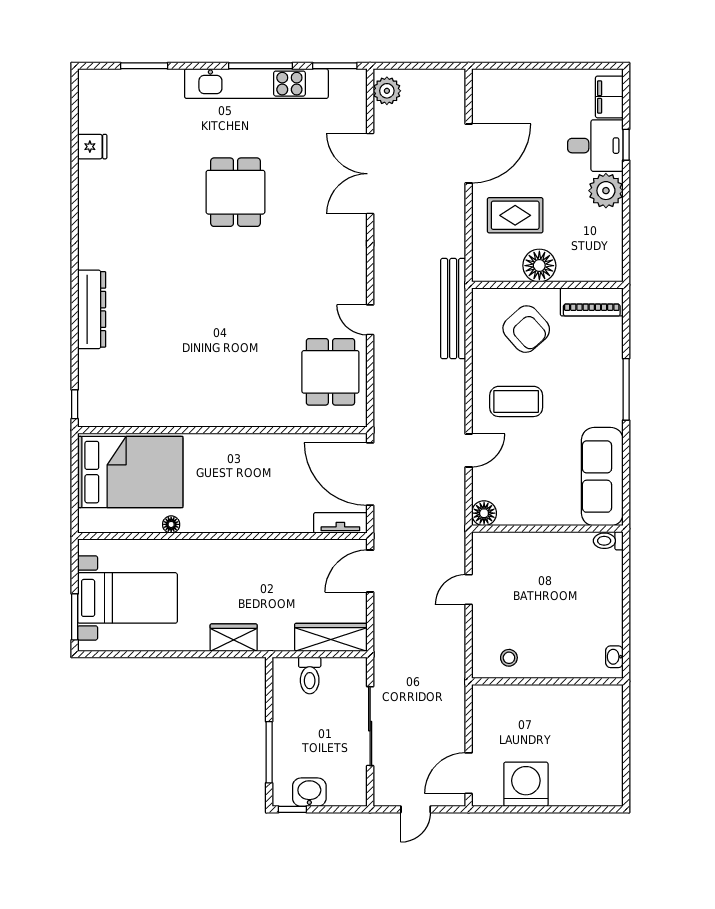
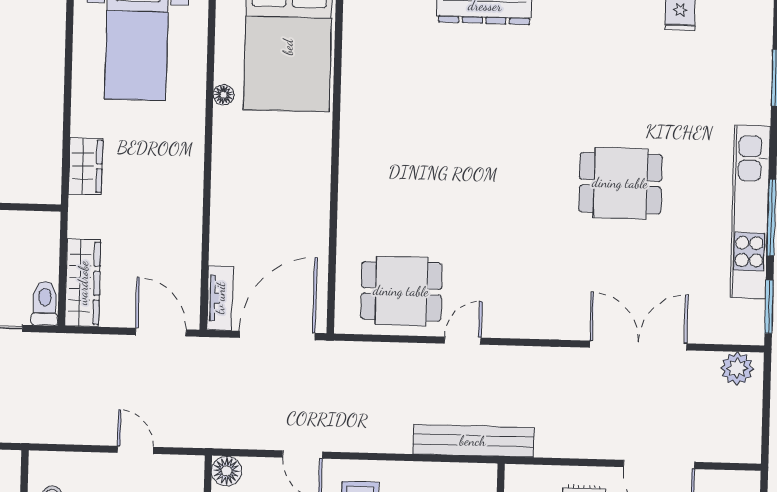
toilet: (310, 676) -> (45, 303), moved, turned 90

